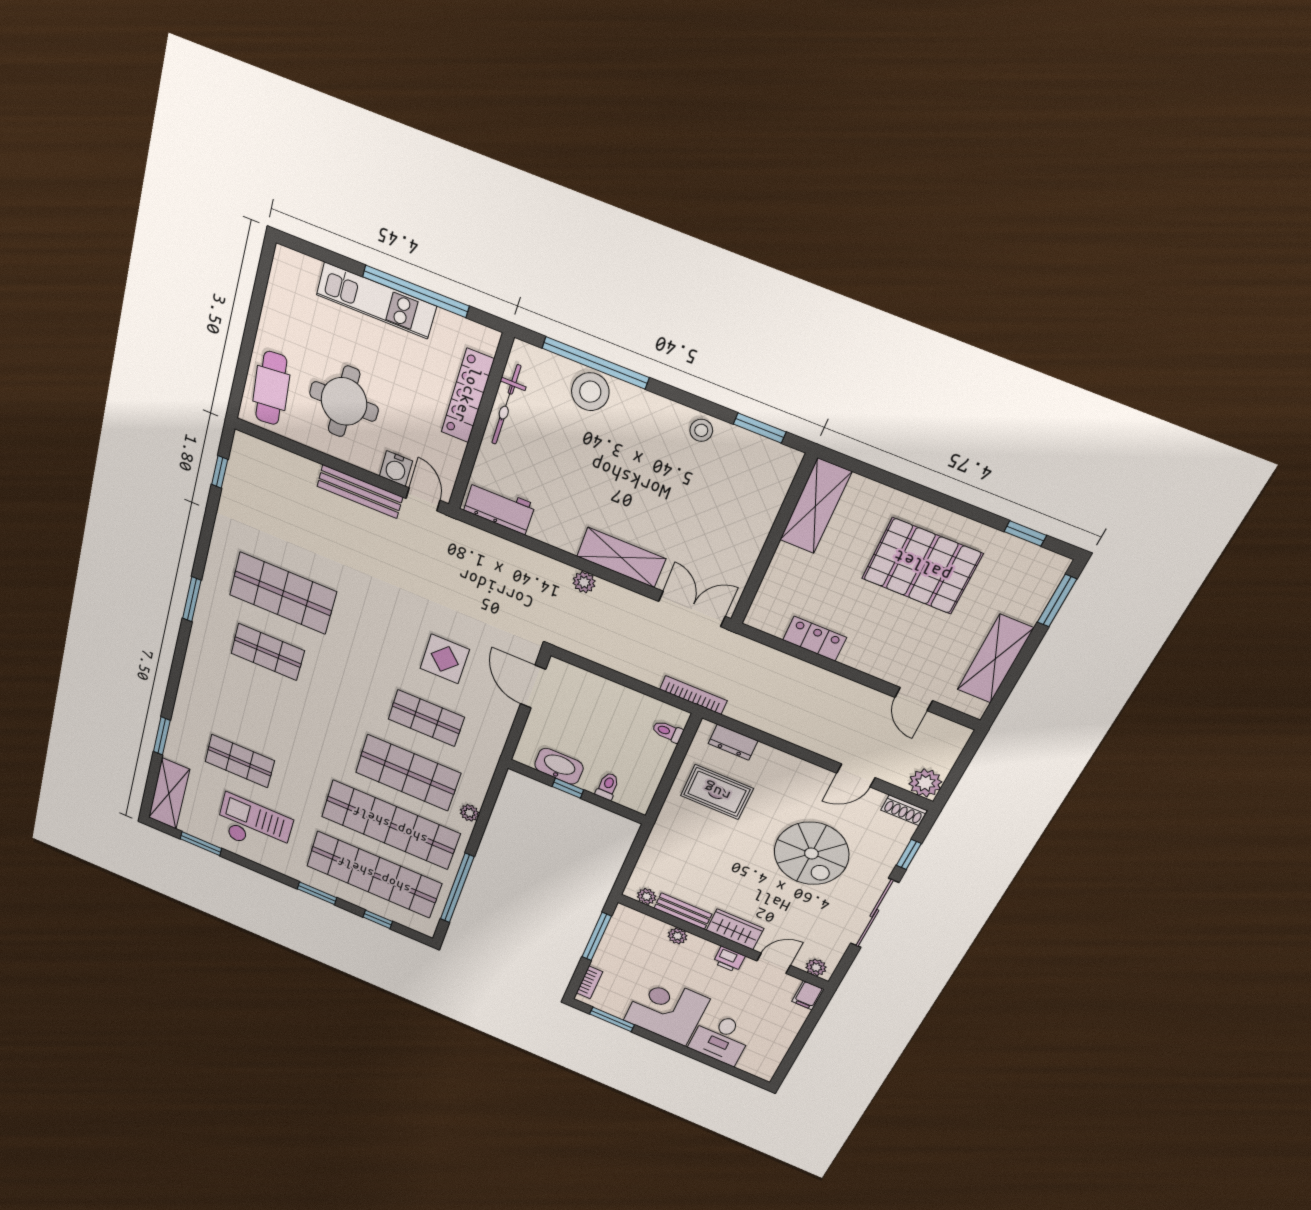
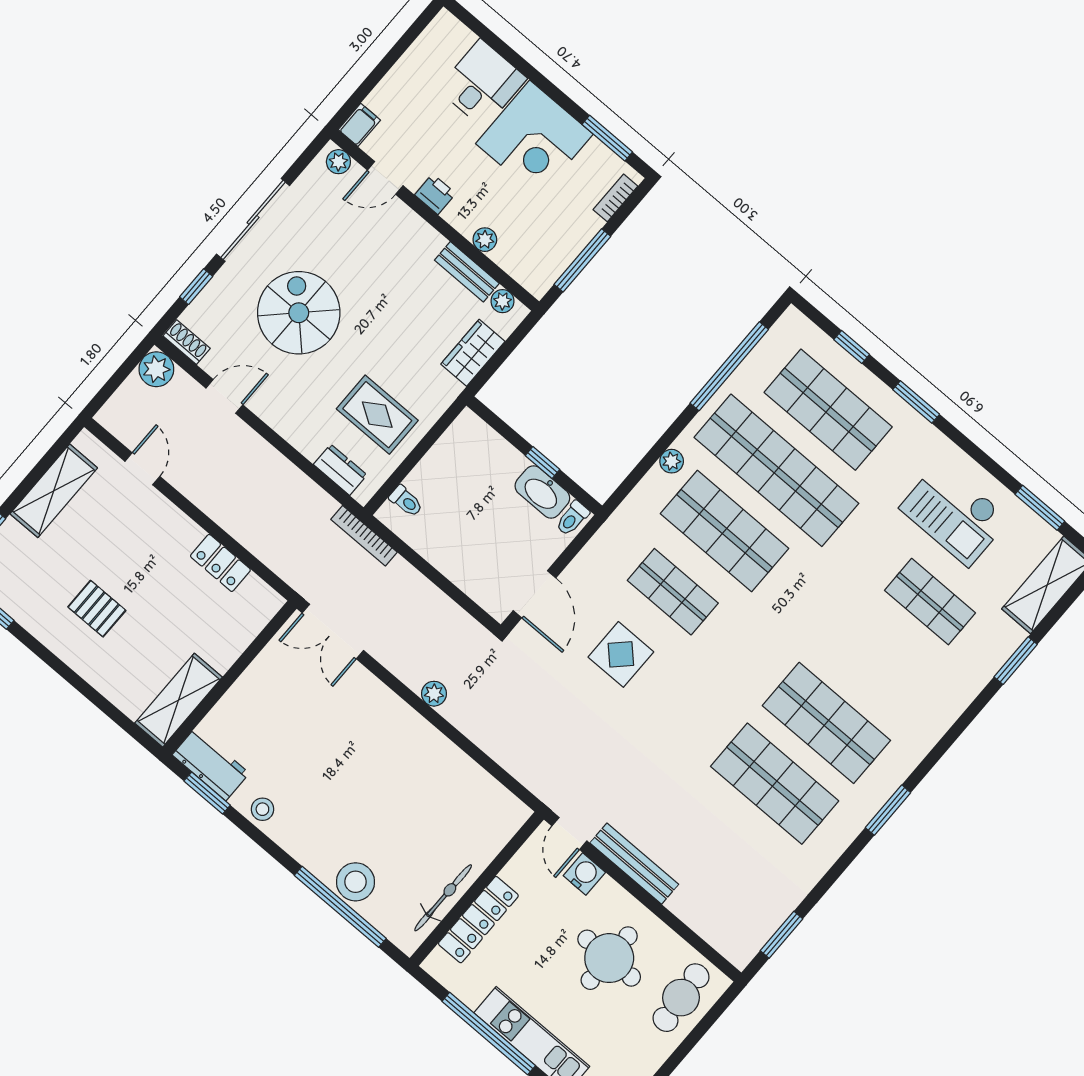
window: (220, 472) -> (781, 935), width x1.50
workbench: (499, 507) -> (211, 764), moved, turned 180
shelving: (621, 557) -> (386, 708), removed
pallet: (922, 566) -> (97, 609), width x0.49, depth x0.50
shop shelf: (268, 652) -> (826, 723), width x1.43, depth x1.36
toilet: (608, 786) -> (572, 518), moved
shop shelf: (374, 875) -> (828, 410), width x0.71
wardrobe: (735, 929) -> (473, 353), moved, turned 90

